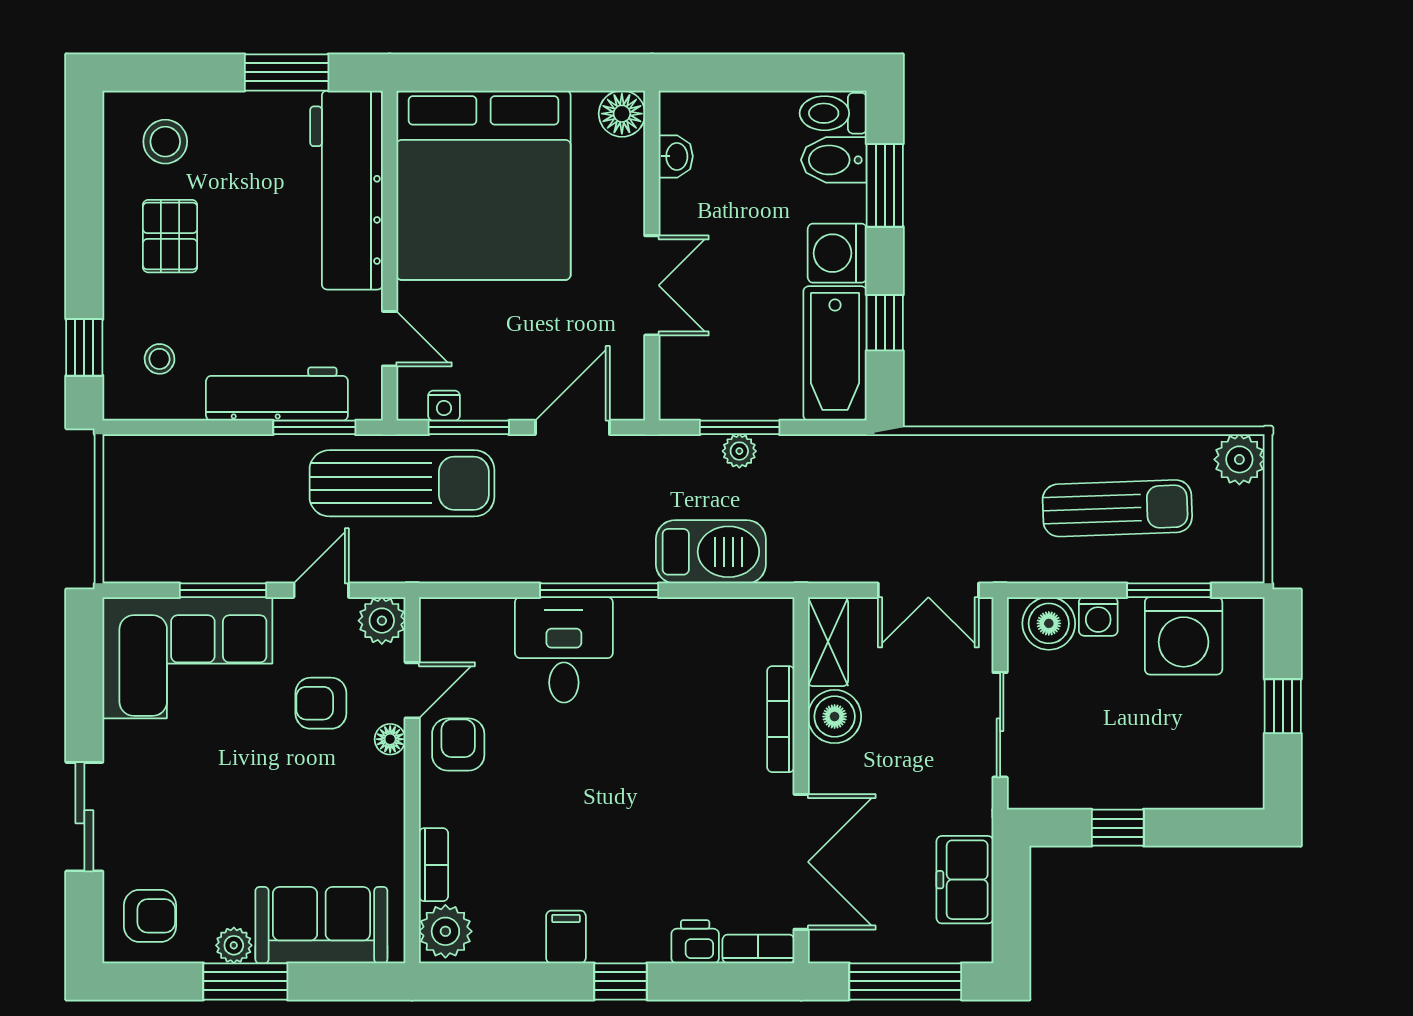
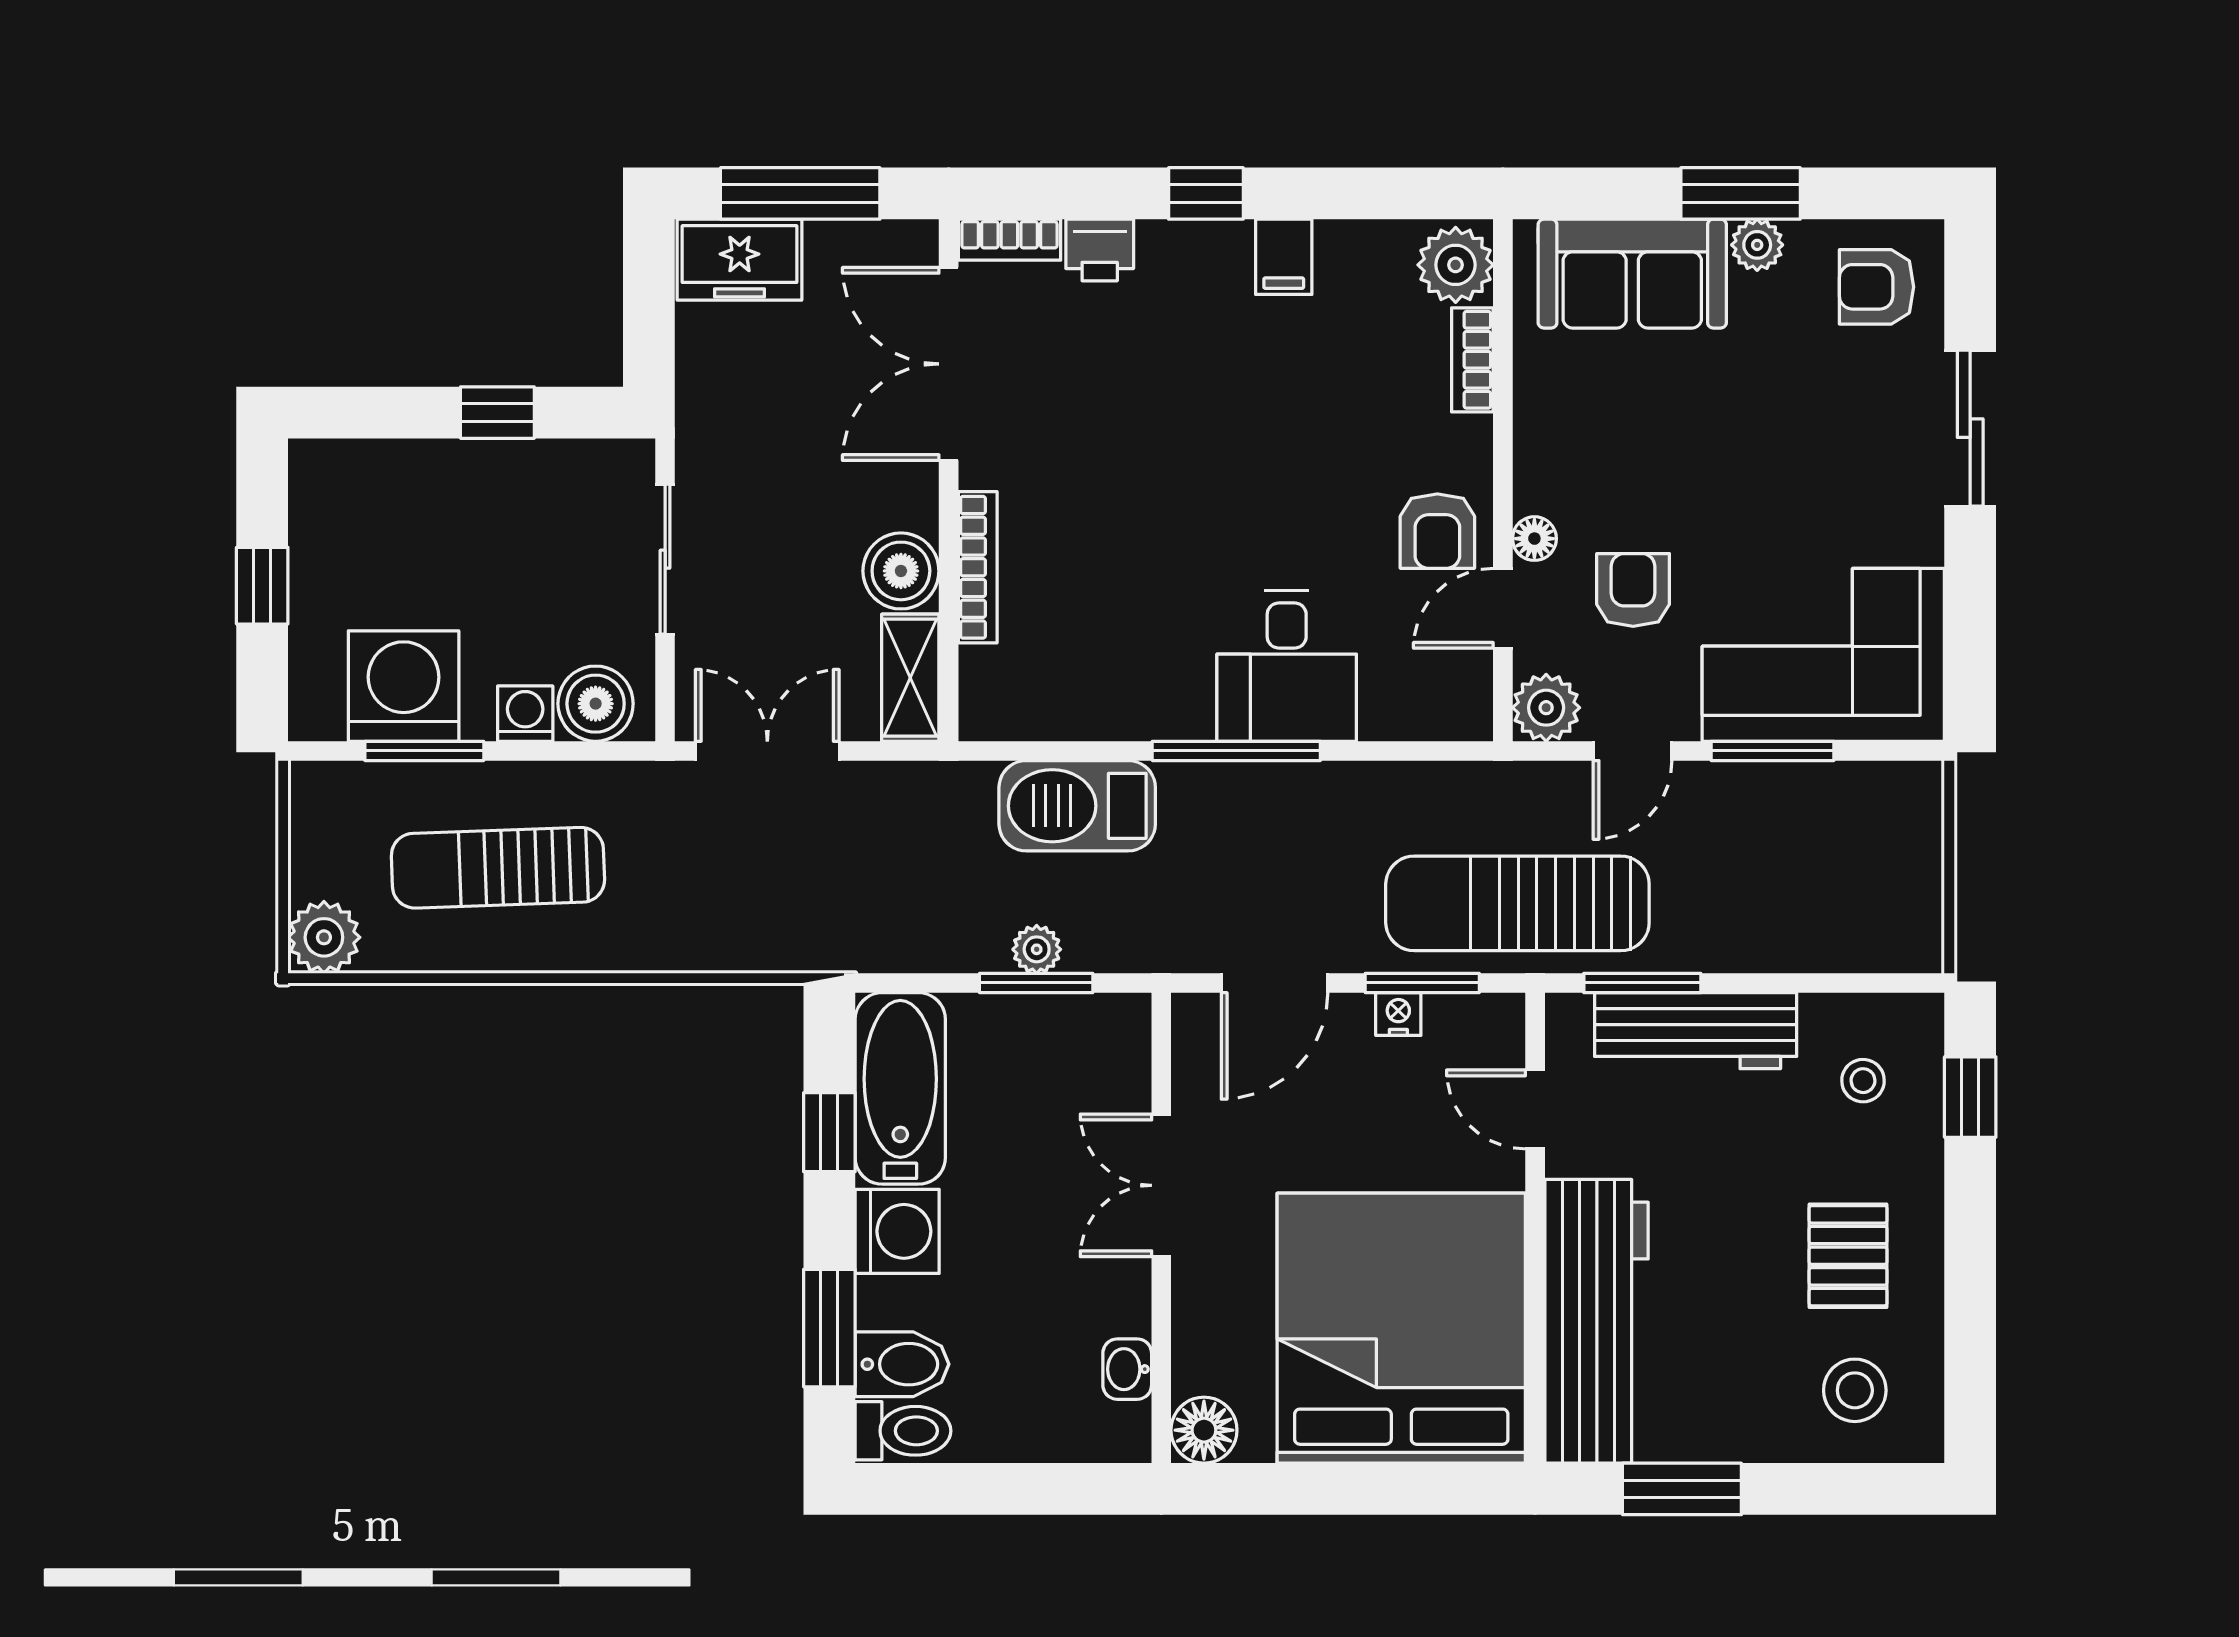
nightstand: (444, 406) -> (1398, 1014), moved
armchair: (321, 703) -> (1633, 590), turned -90
freezer: (965, 880) -> (740, 260), moved, turned 90

